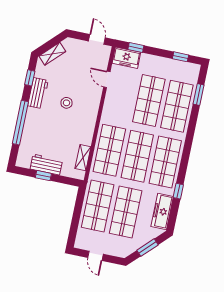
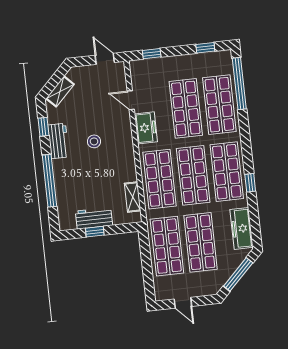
freezer: (126, 58) -> (146, 128), moved, turned -90
window: (198, 94) -> (239, 83), width x2.11
window: (178, 191) -> (250, 183), moved
window: (147, 248) -> (238, 274), width x1.44

